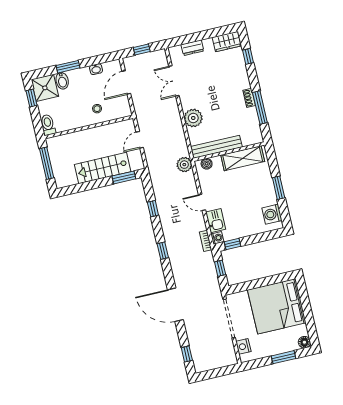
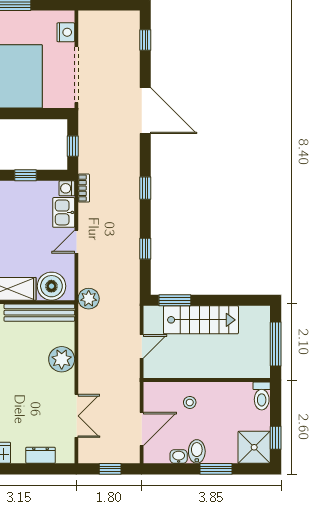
bidet: (62, 81) -> (197, 451), moved
boiler: (207, 164) -> (51, 286), width x1.86, depth x1.86
door: (202, 202) -> (76, 242), swing flipped
window: (232, 244) -> (26, 175), moved

